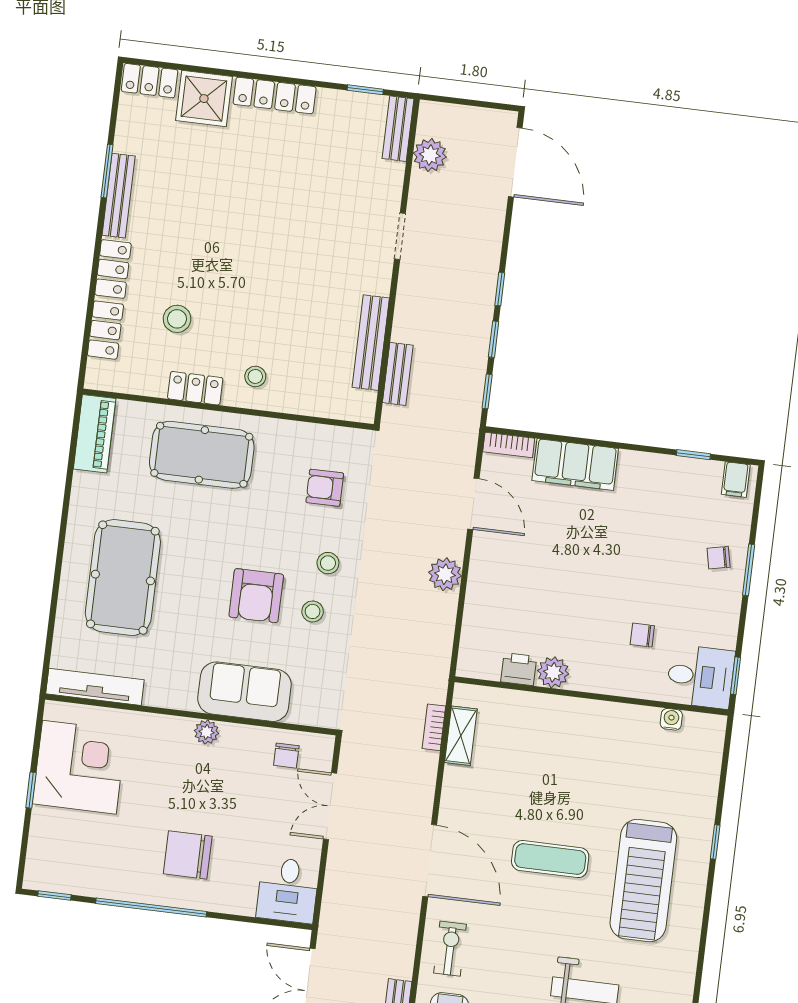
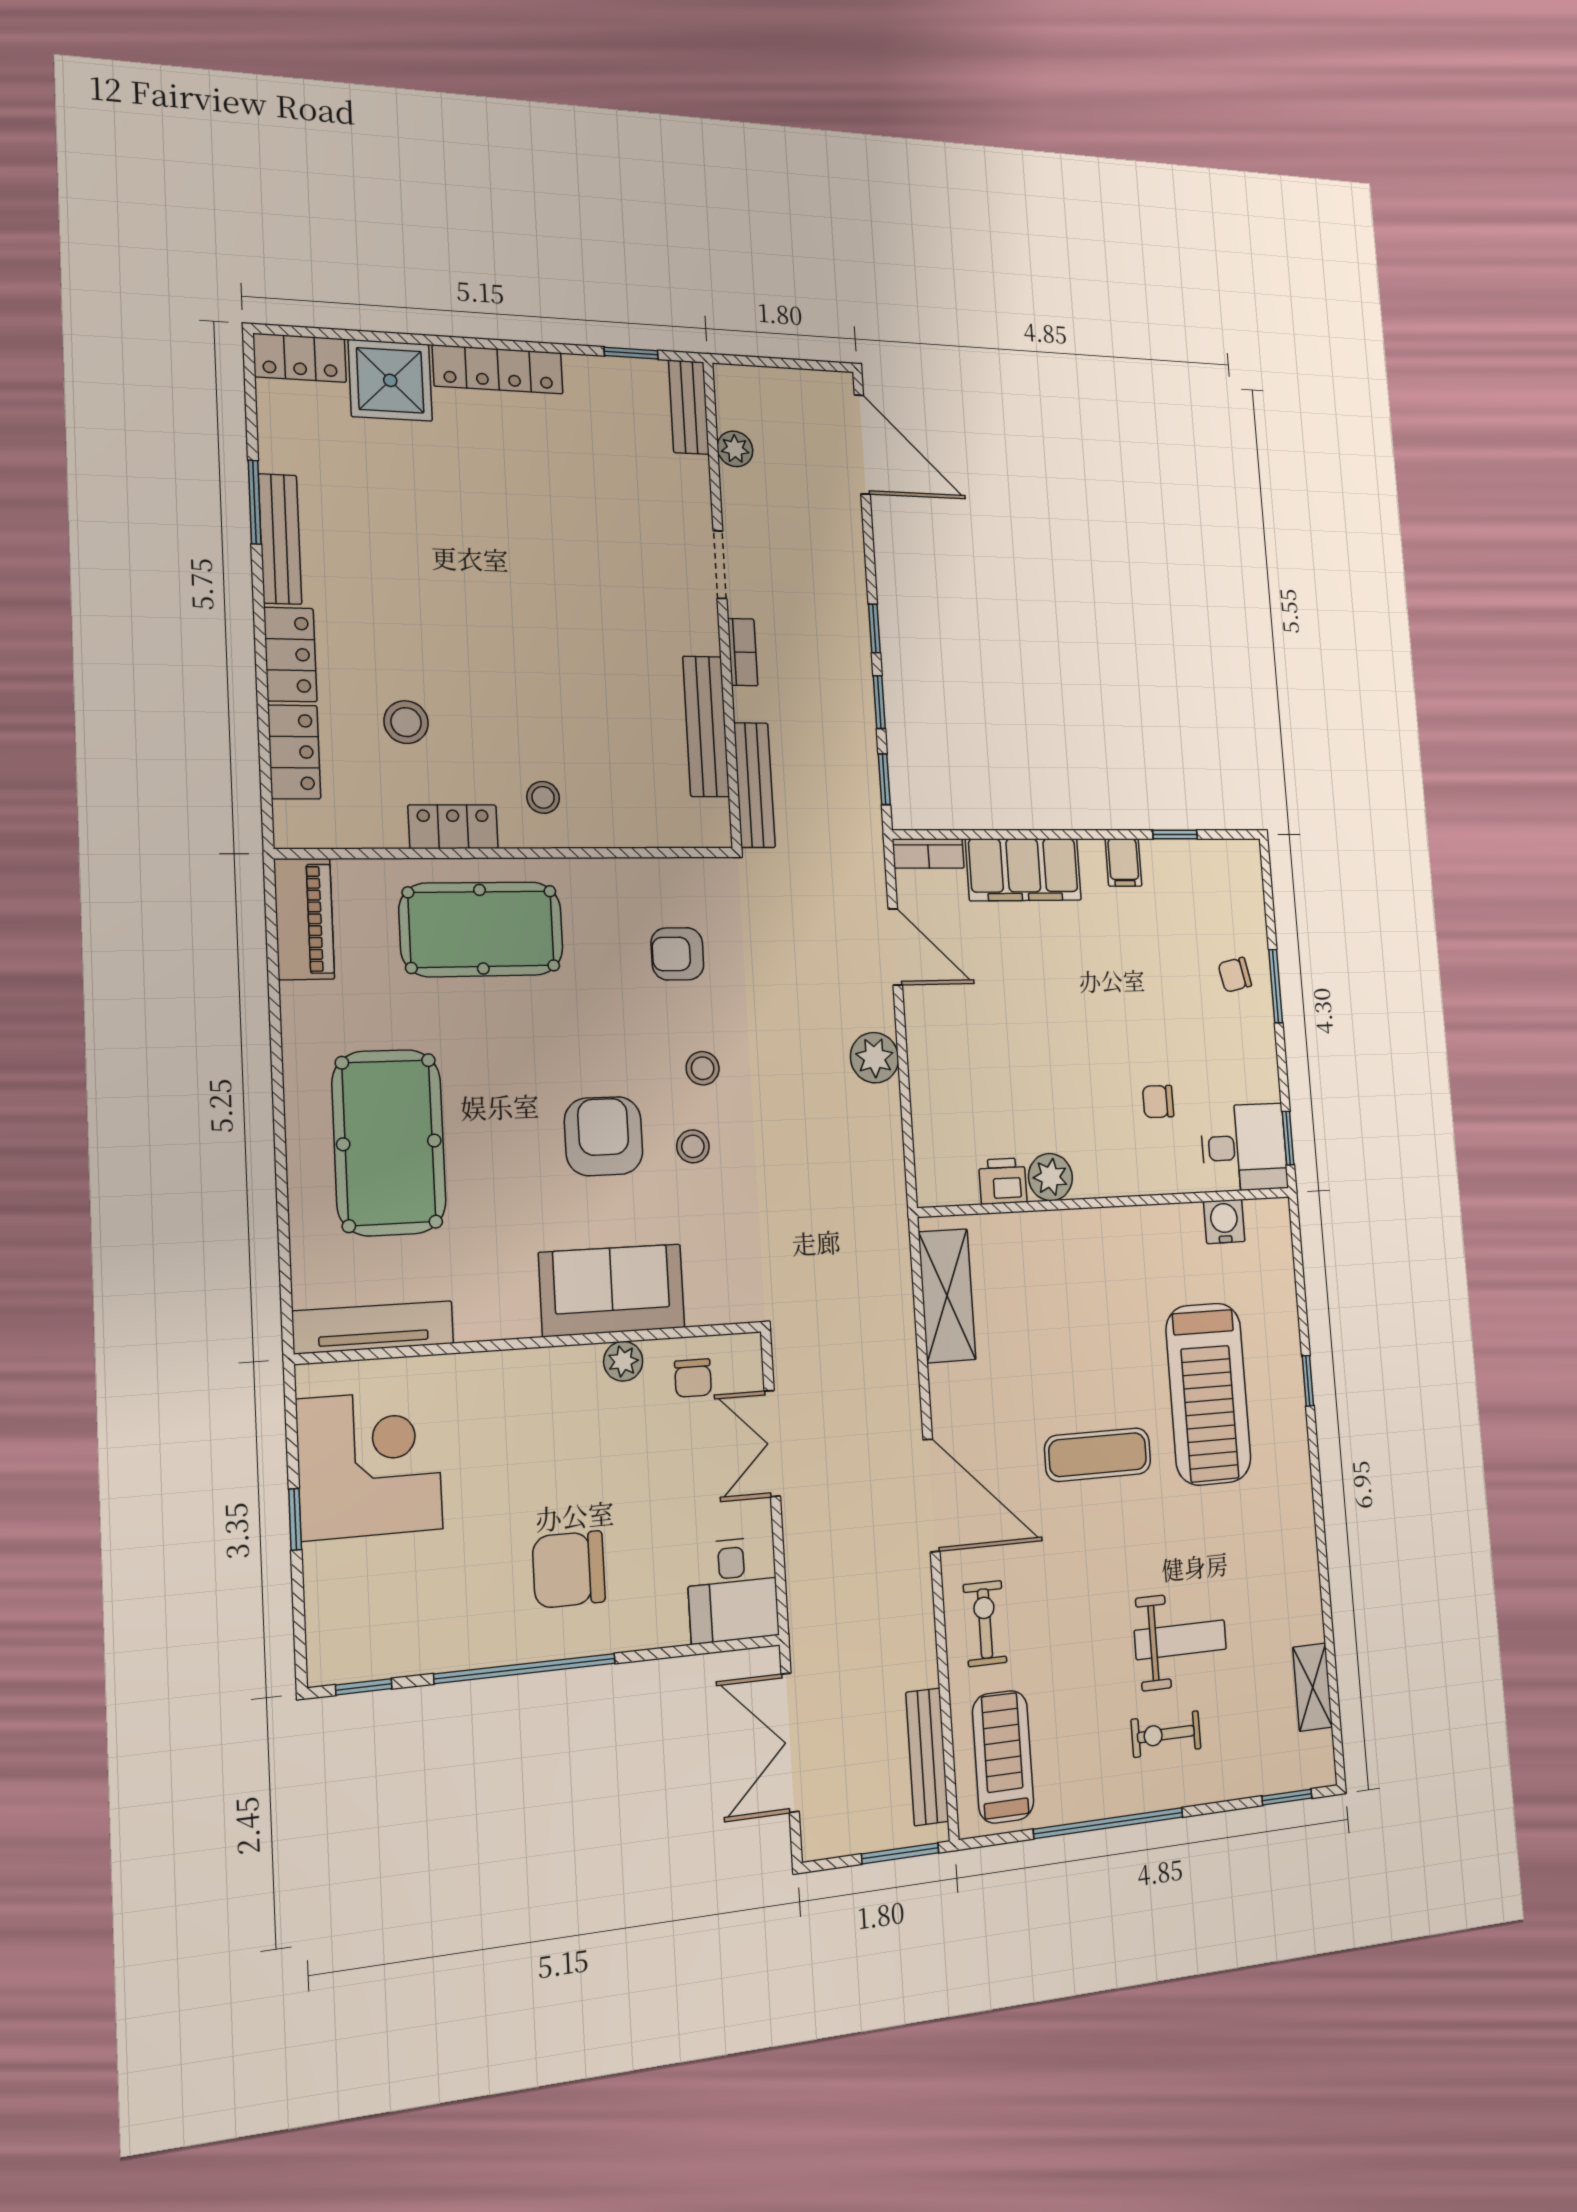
plant: (430, 155) -> (735, 449), width x0.73, depth x0.73
bench: (398, 374) -> (754, 785), width x1.36
filing cabinet: (736, 480) -> (1124, 862), moved
armchair: (256, 596) -> (604, 1136), turned 180
water cooler: (671, 719) -> (1224, 1221), width x1.38, depth x1.38
bookcase: (434, 727) -> (743, 652), moved, turned 180
plant: (206, 732) -> (623, 1361), moved
shelving: (461, 736) -> (947, 1296), width x1.50, depth x1.33
treadmill: (643, 880) -> (1208, 1394), moved

